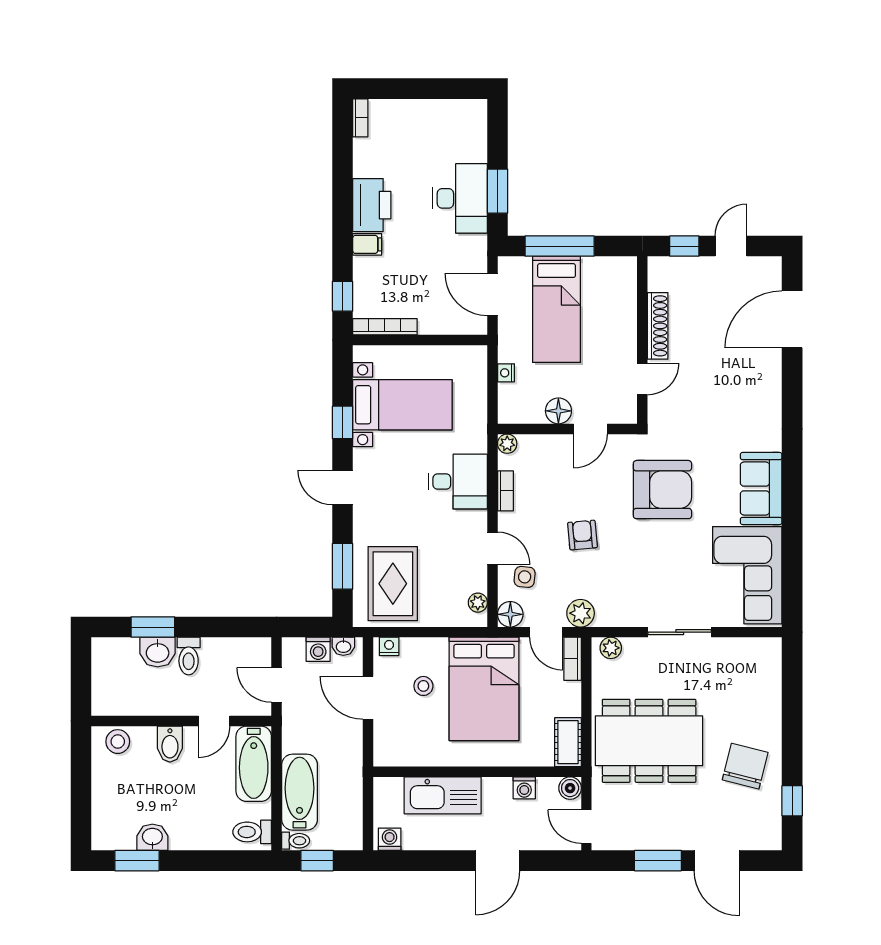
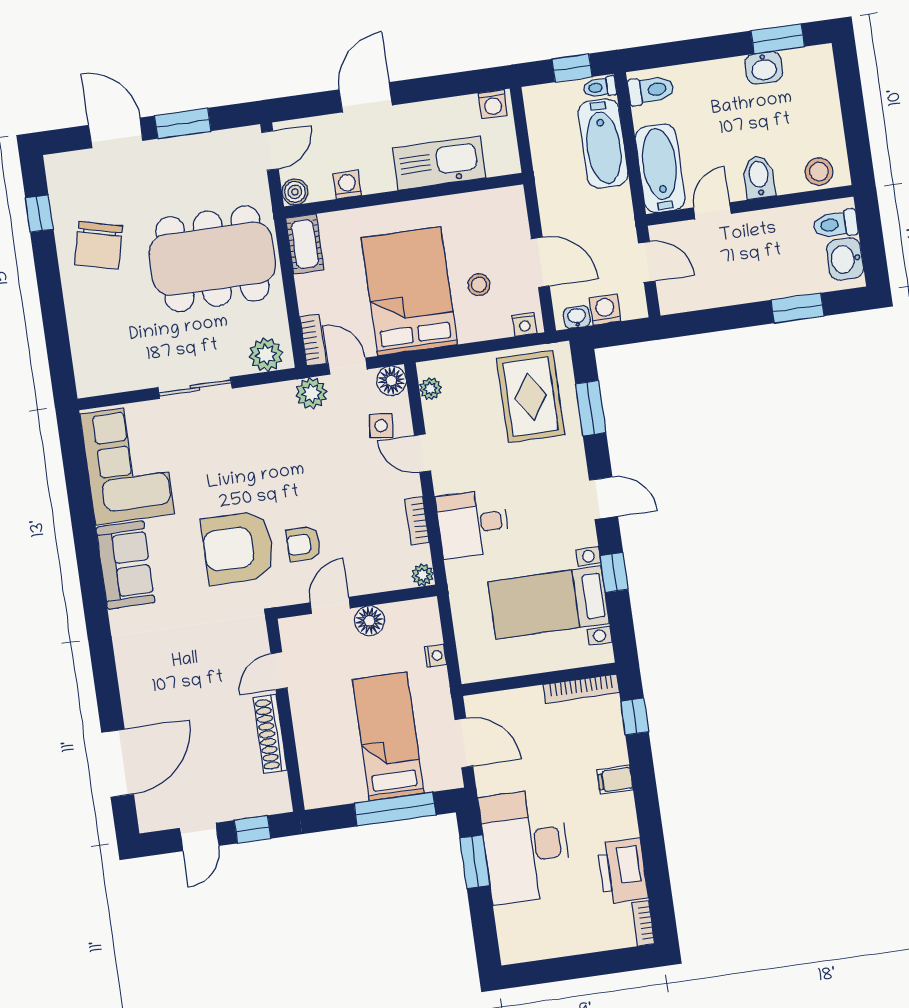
desk: (460, 198) -> (526, 846), width x1.36, depth x1.30
printer: (372, 205) -> (623, 871), moved
armchair: (582, 535) -> (303, 544), moved, turned 95
plant: (611, 648) -> (266, 355), width x1.38, depth x1.38
washbasin: (158, 652) -> (845, 259), moved, turned -90
toilet: (189, 656) -> (836, 224), moved, turned -90
door: (586, 827) -> (270, 151), hinge flipped

